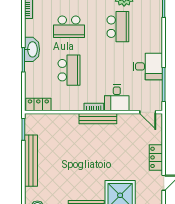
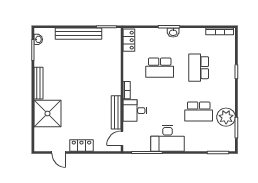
washbasin: (32, 49) -> (173, 32), width x0.52, depth x0.69
desk: (148, 66) -> (168, 138), width x1.37
bench: (98, 119) -> (116, 112), moved

